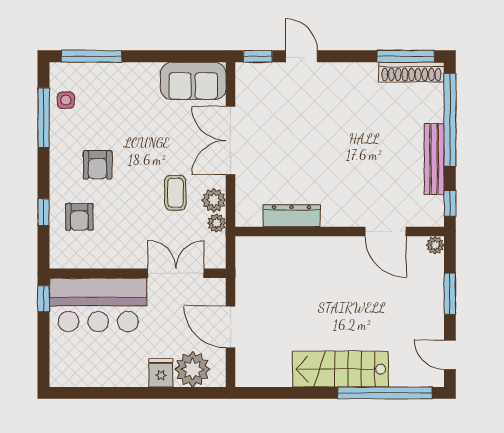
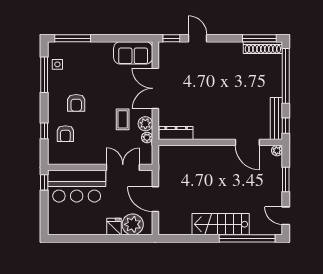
bench: (434, 159) -> (276, 119), moved
dresser: (291, 216) -> (176, 133), moved

